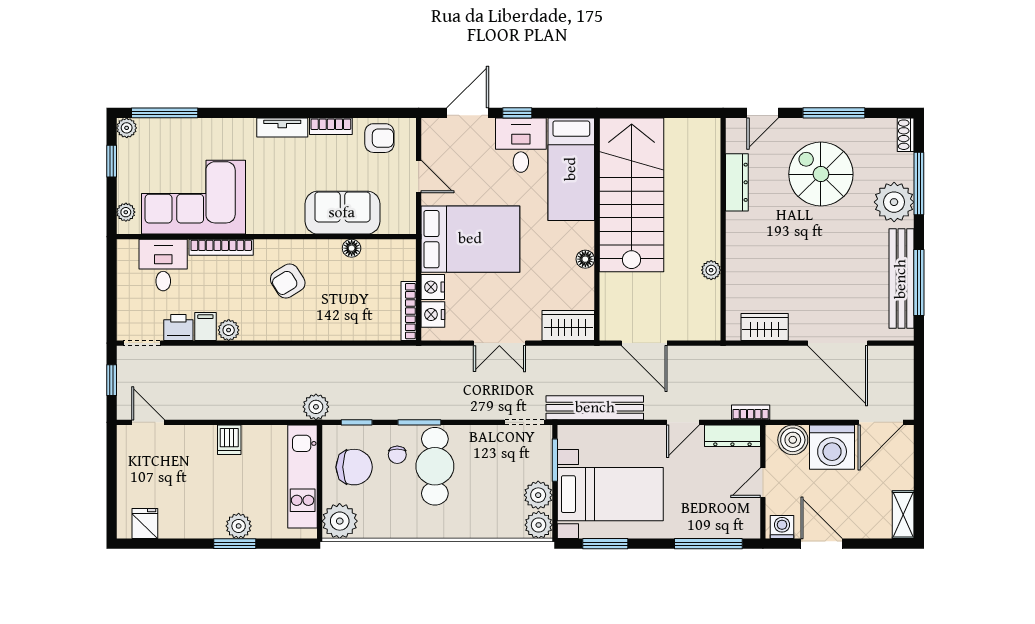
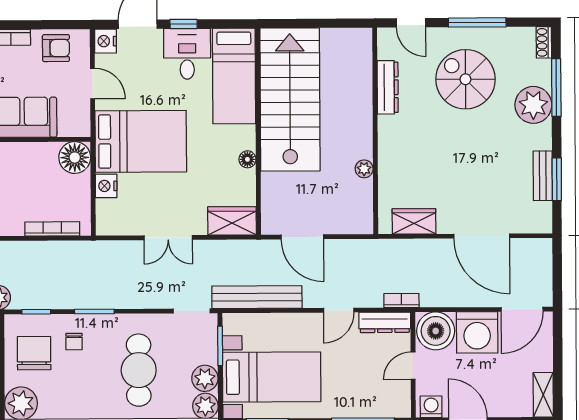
door: (763, 113) -> (411, 23), hinge flipped
floor lamp: (352, 248) -> (75, 158), moved, width x1.89, depth x1.89
bench: (901, 279) -> (543, 176), width x0.54, depth x0.82
window: (919, 282) -> (557, 179), width x0.69
bookcase: (409, 311) -> (52, 229), moved, turned 90
nightstand: (433, 314) -> (105, 41), moved
boiler: (793, 440) -> (436, 331), width x1.37, depth x1.37
cafe table: (435, 466) -> (139, 370), moved
chair: (354, 467) -> (34, 353), turned -90

